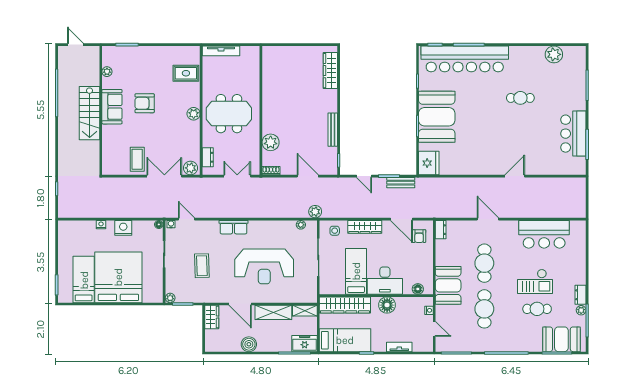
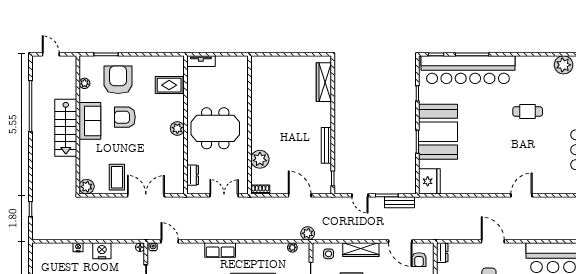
tv unit: (221, 51) -> (201, 61), width x0.71
armchair: (138, 68) -> (118, 80), added
plant: (191, 168) -> (87, 187), moved

